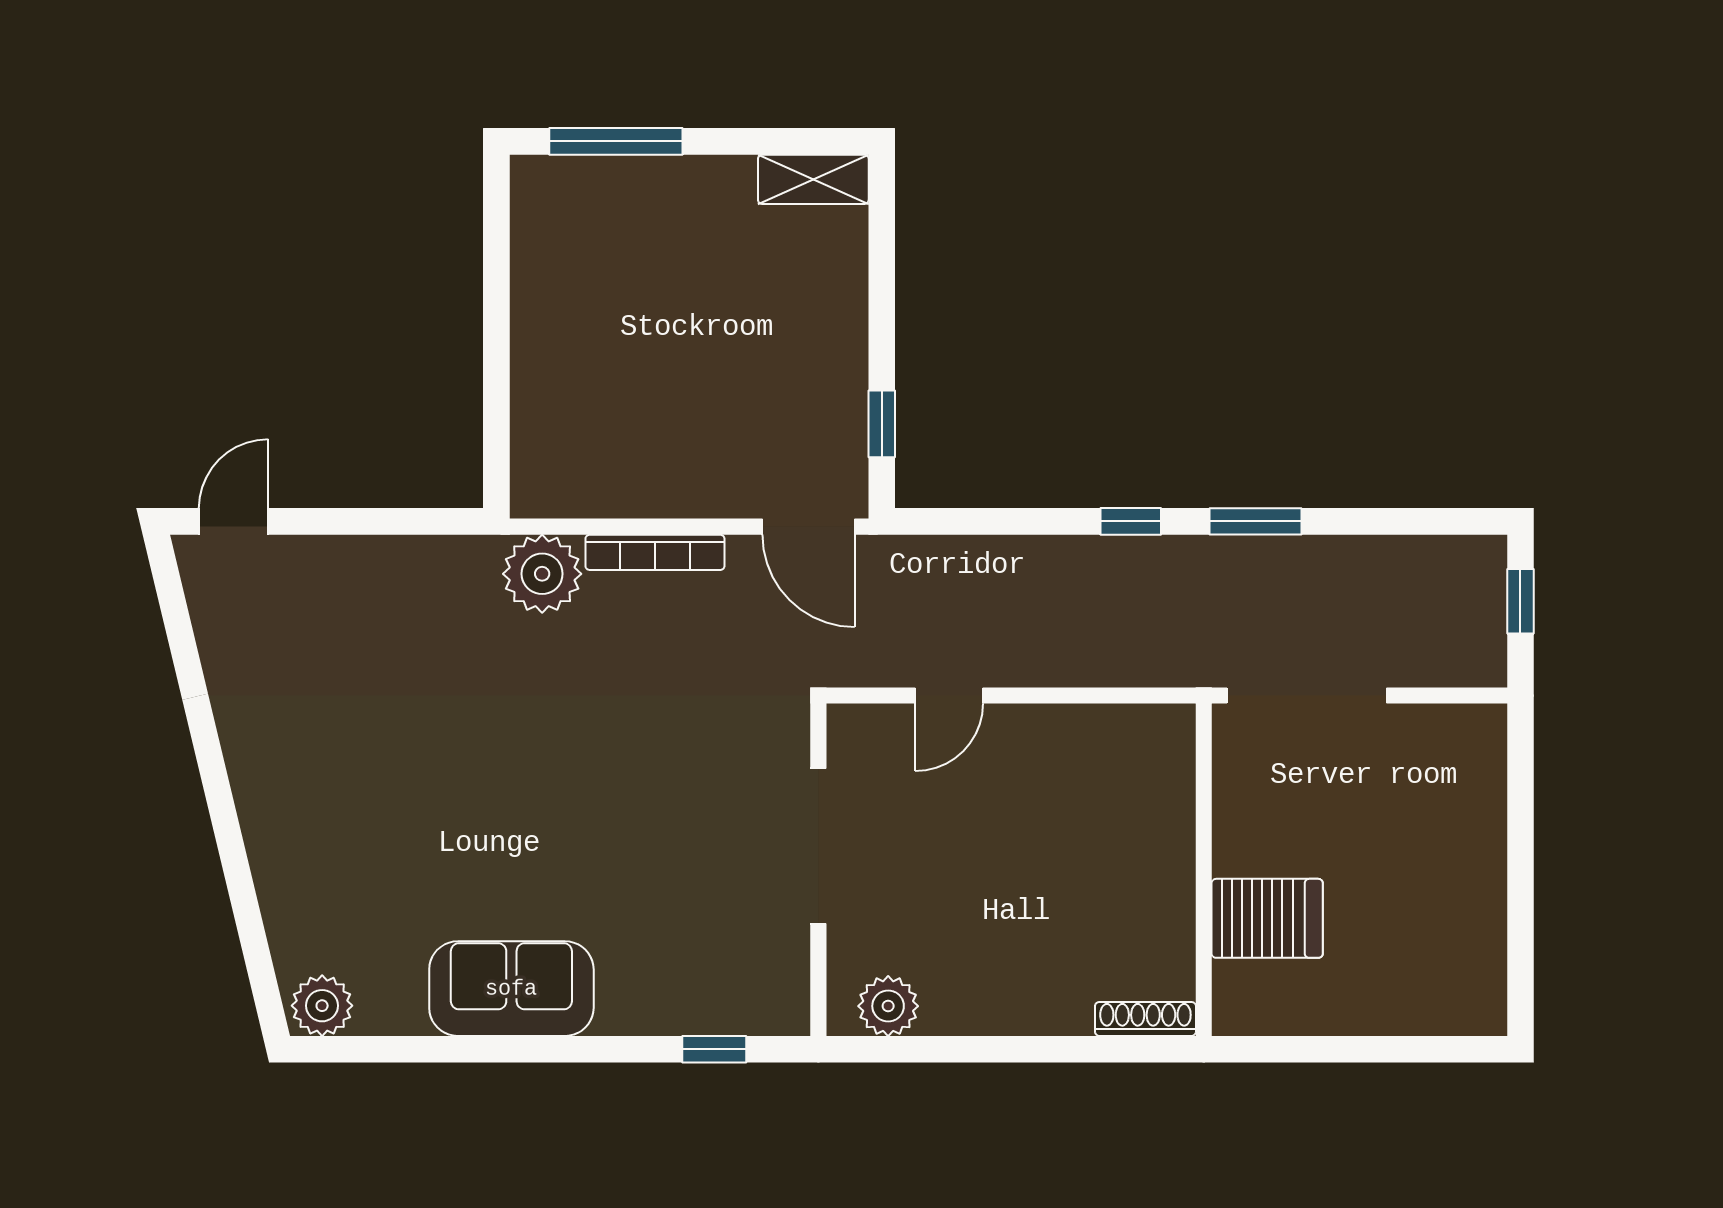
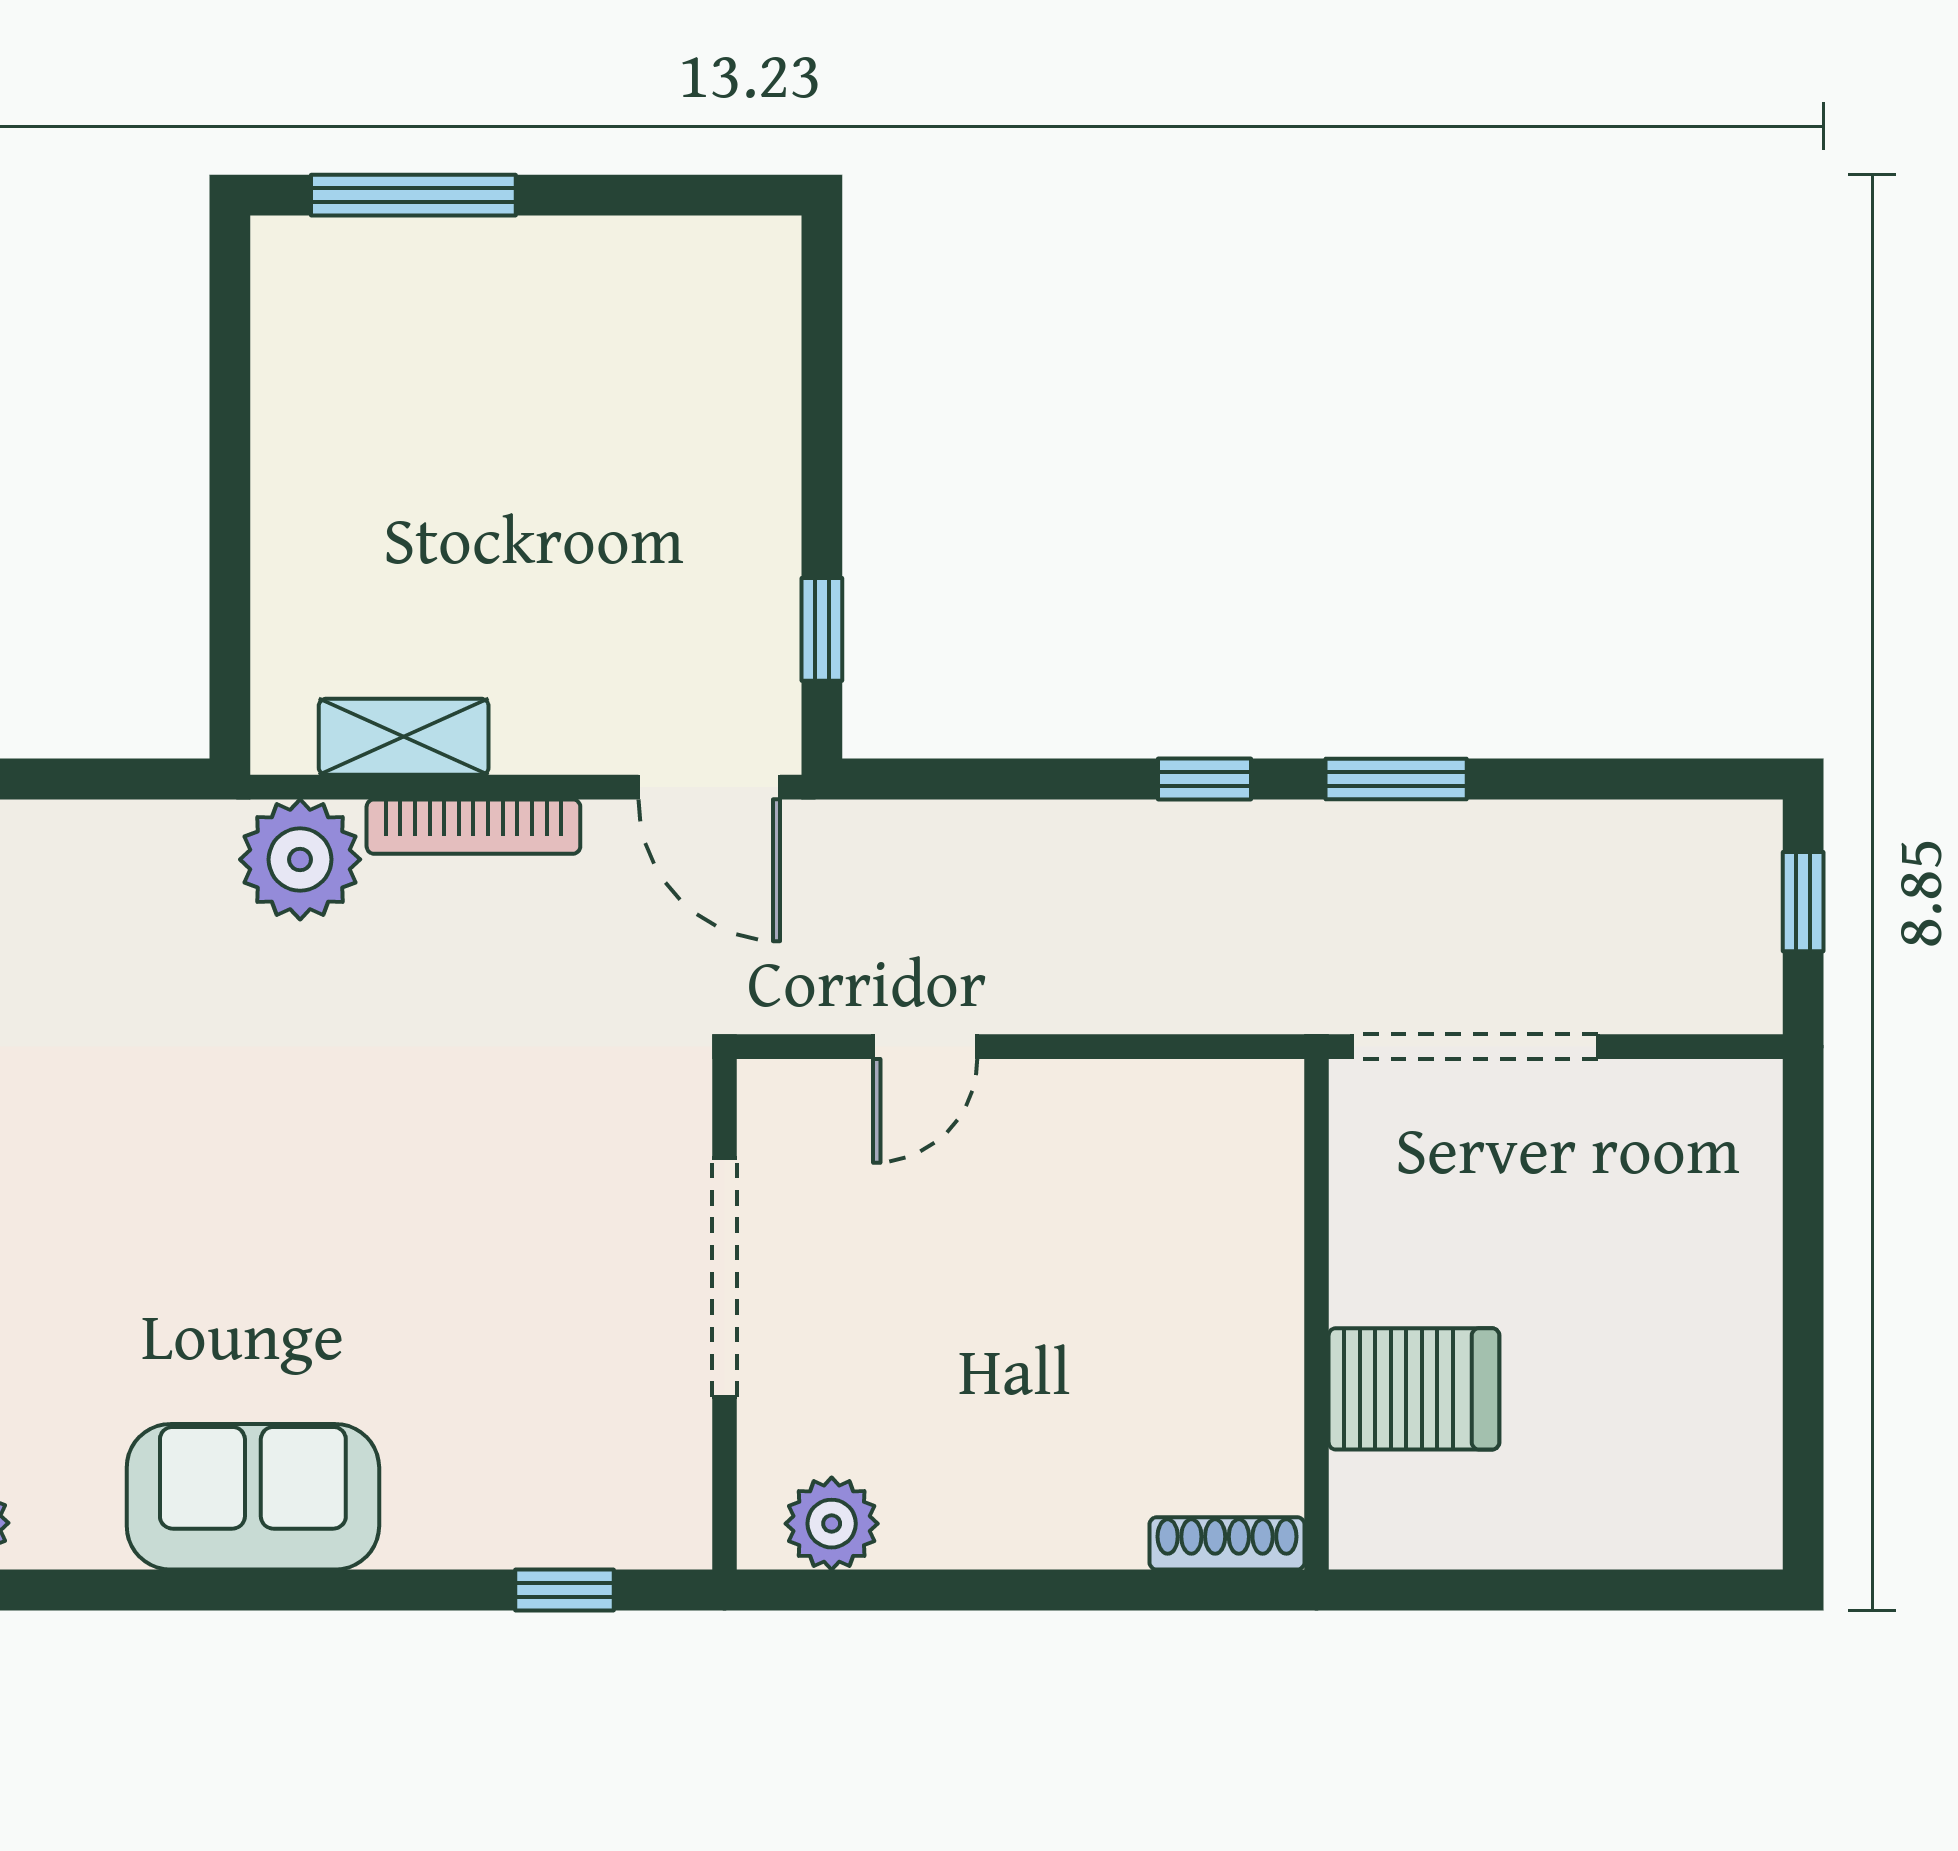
shelving: (813, 179) -> (404, 737), moved

